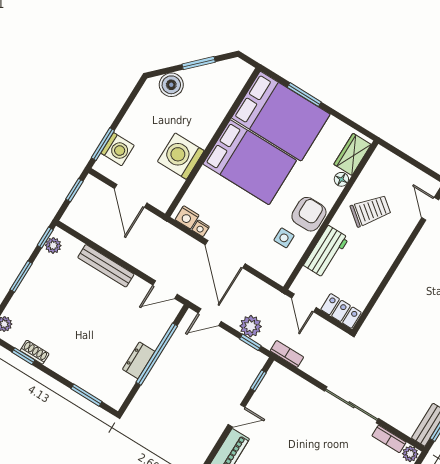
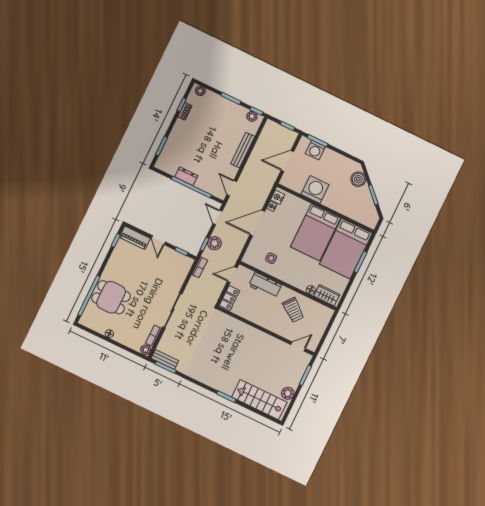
armchair: (309, 214) -> (287, 272), removed

